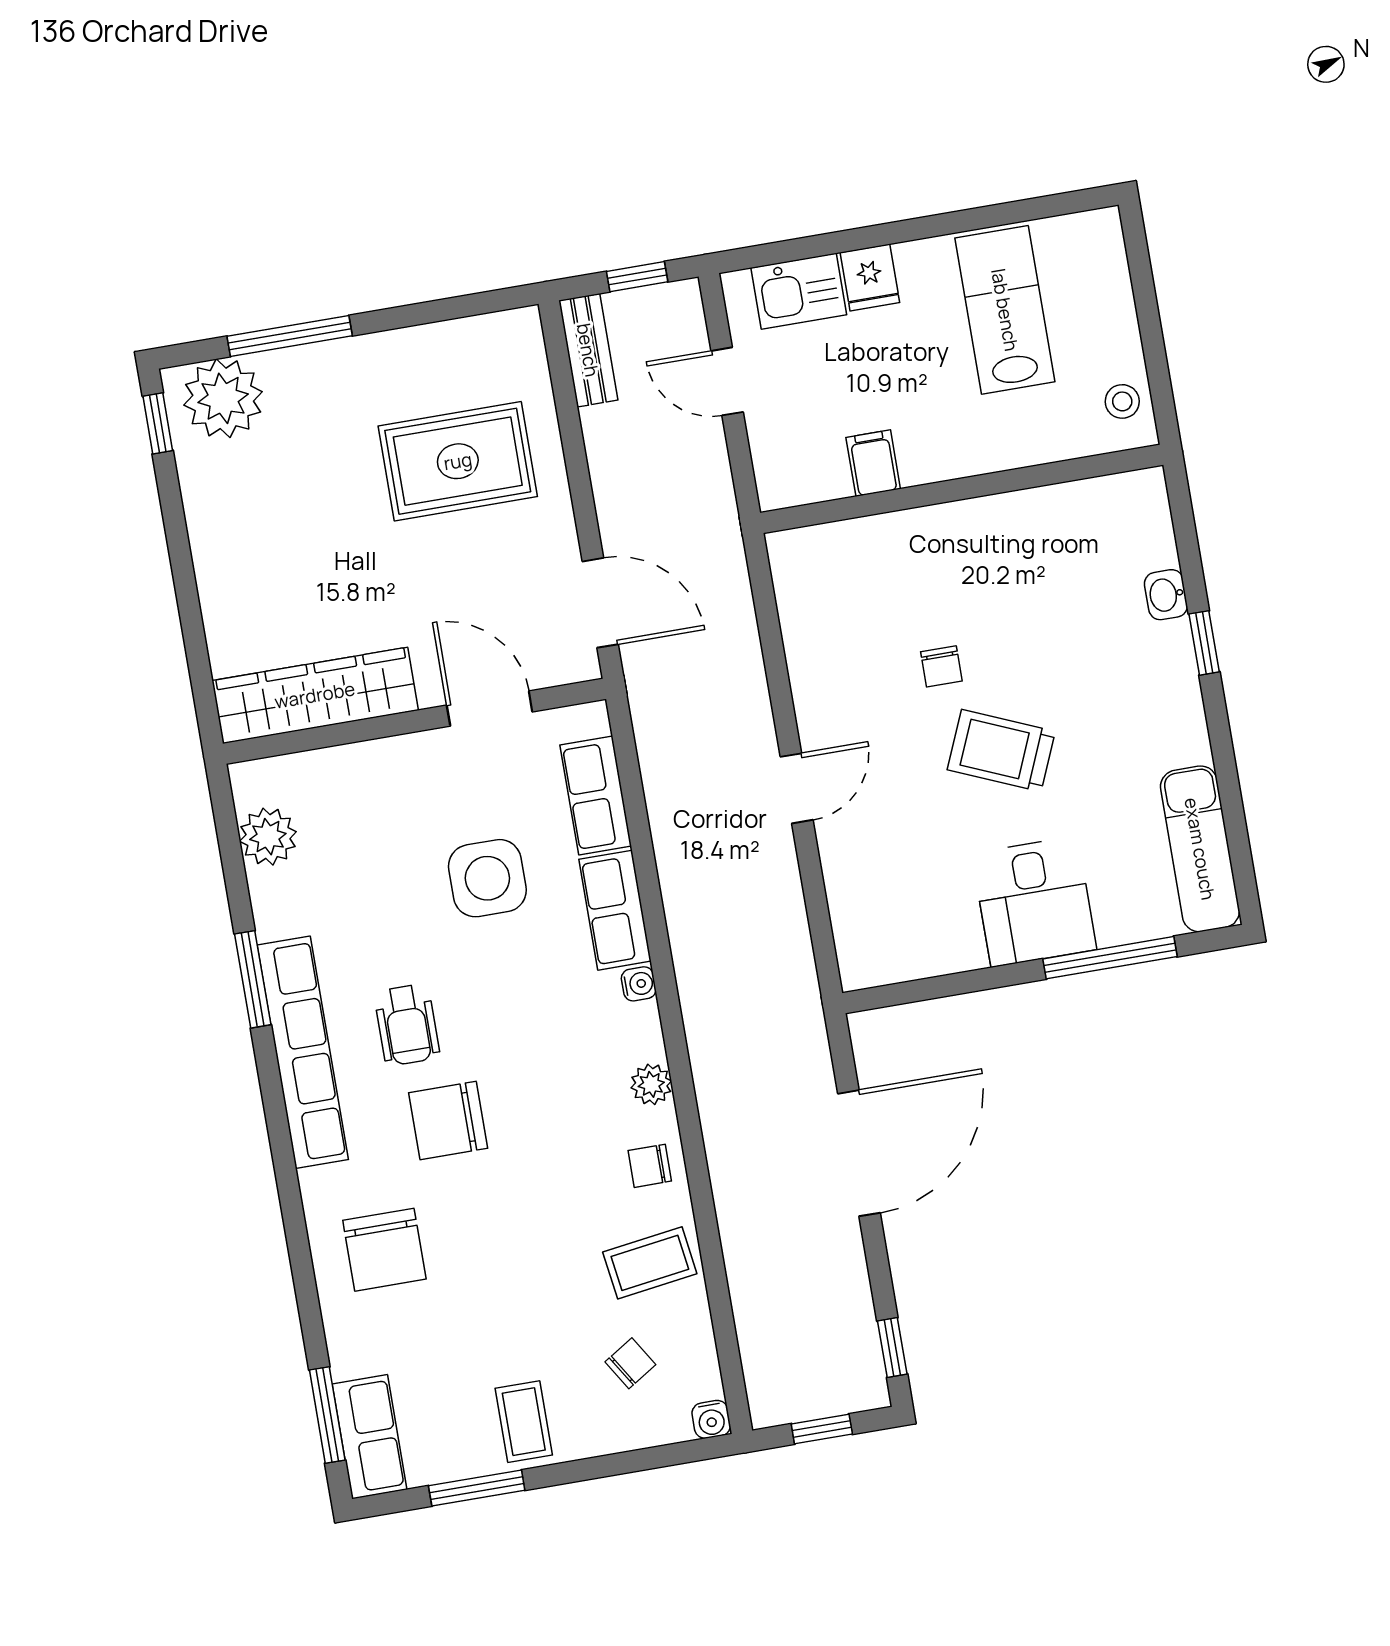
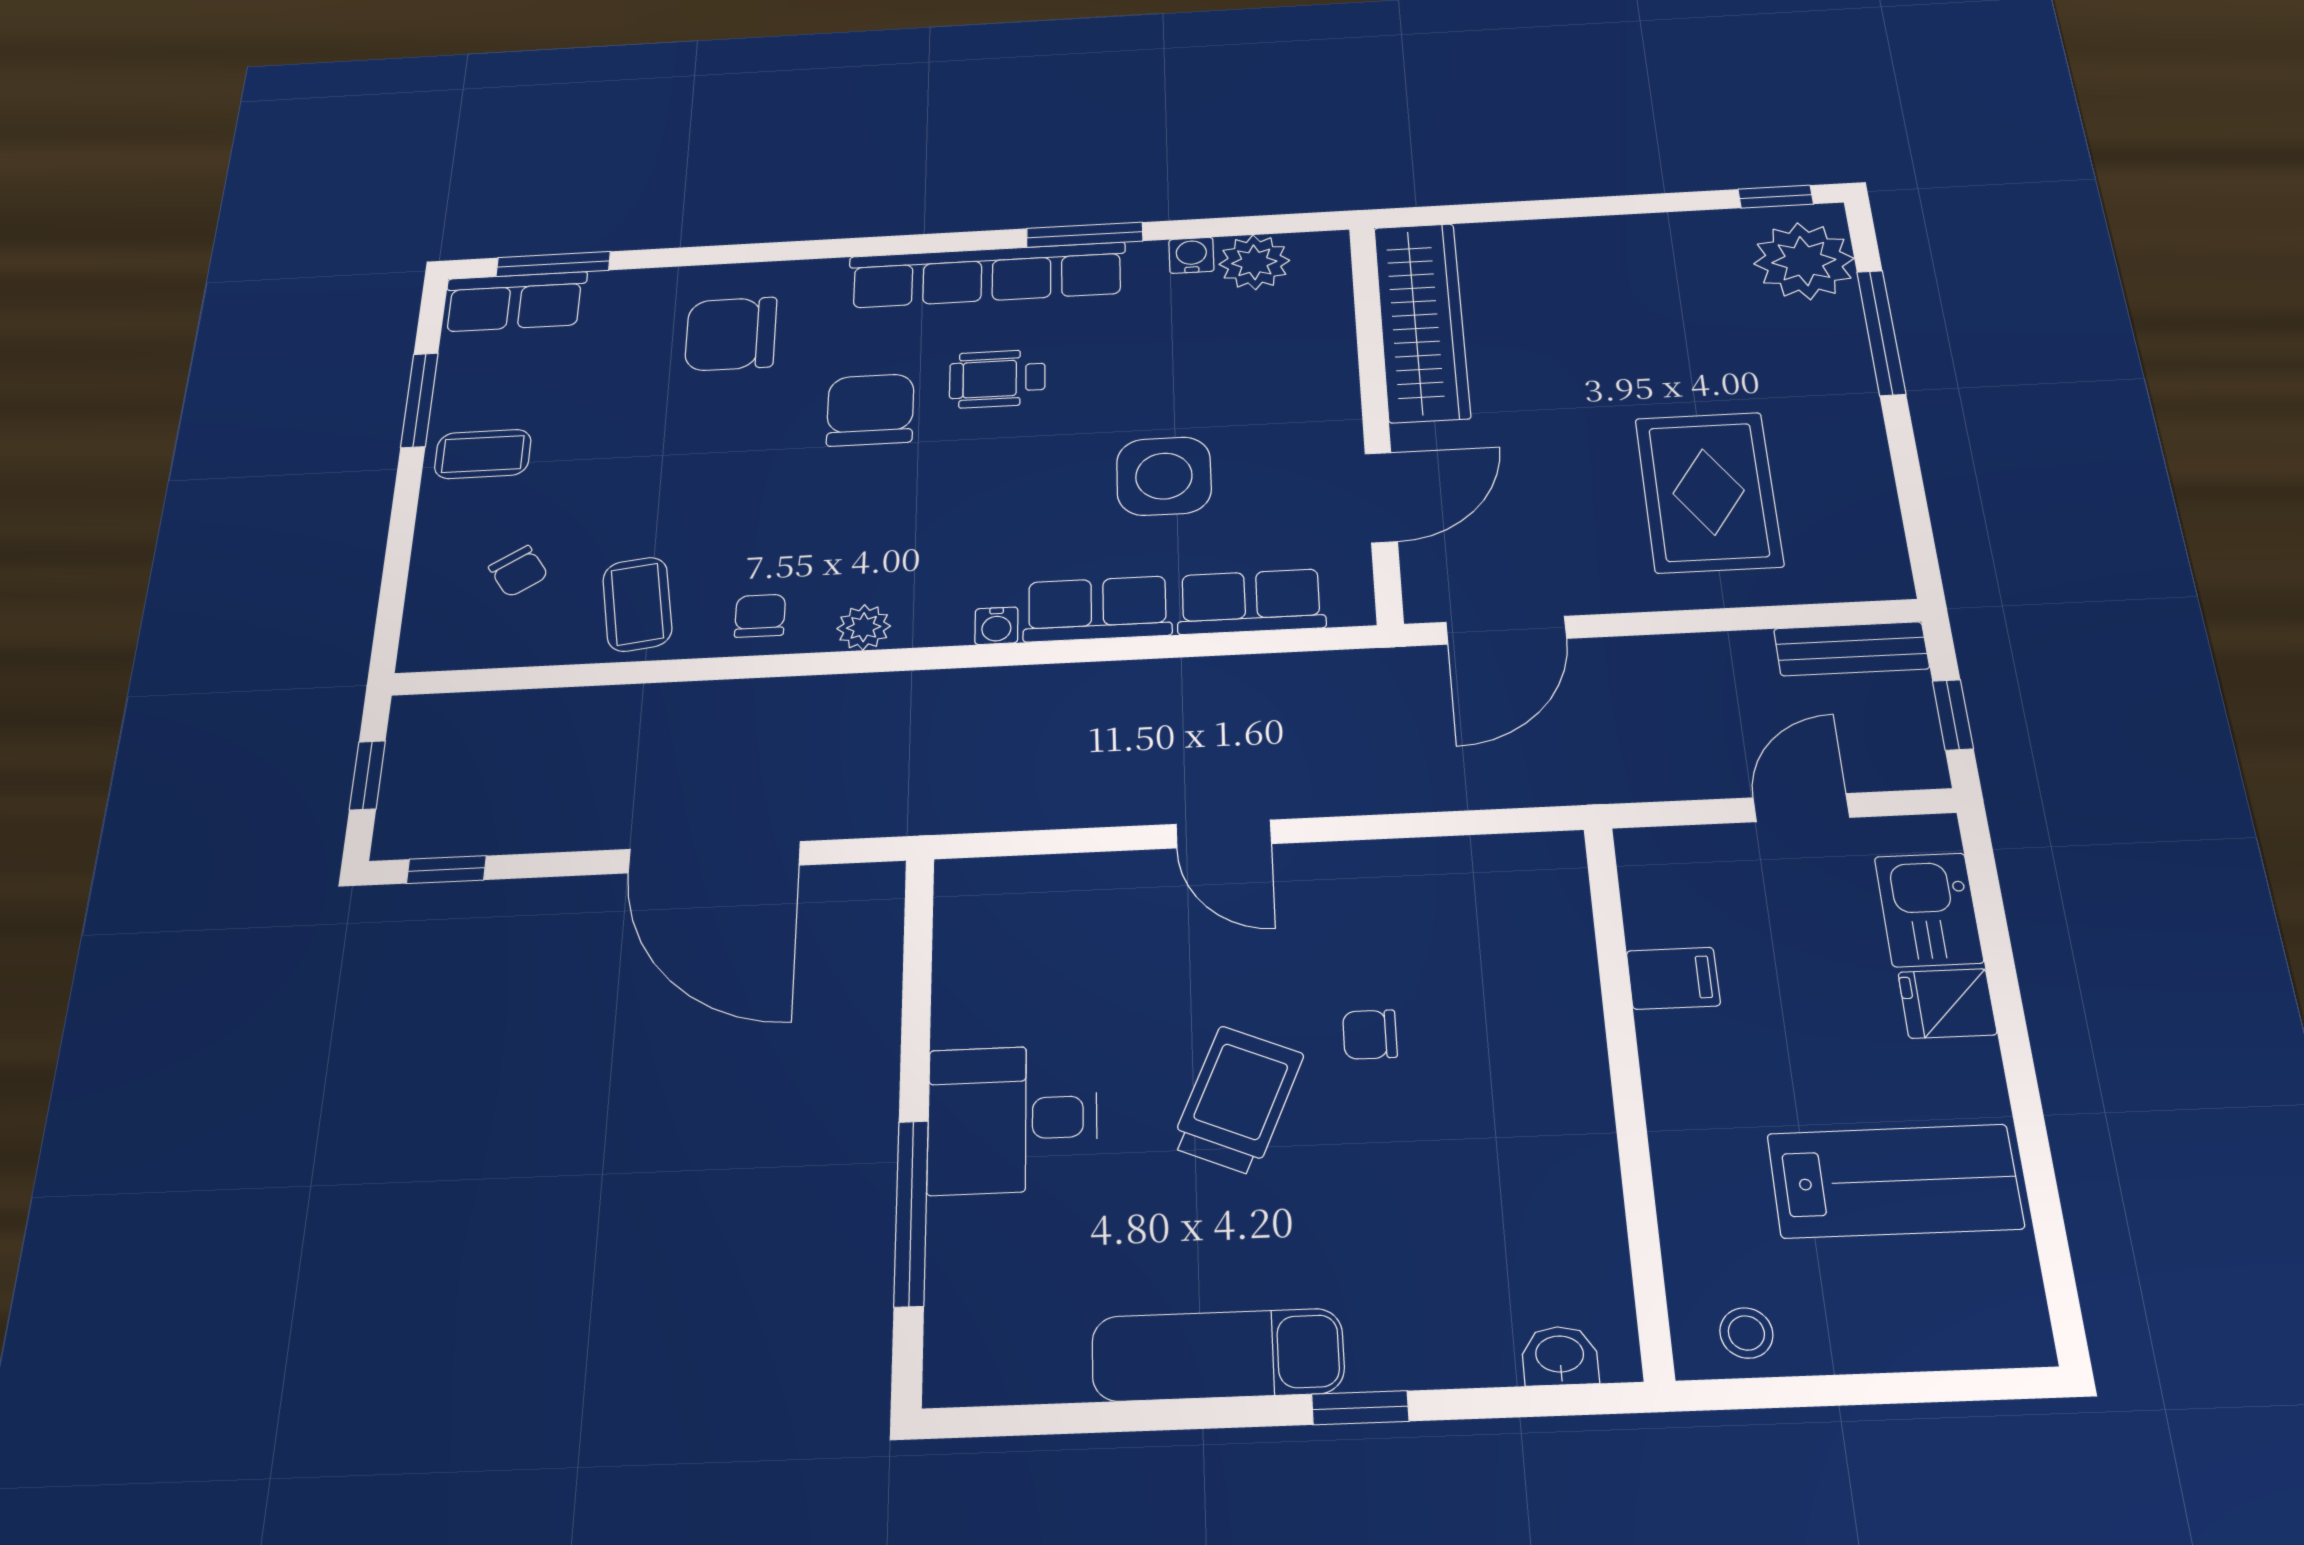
washbasin: (1166, 595) -> (1560, 1356), moved
exam couch: (1200, 849) -> (1218, 1355), moved
water cooler: (711, 1419) -> (1191, 255), moved, turned 90

